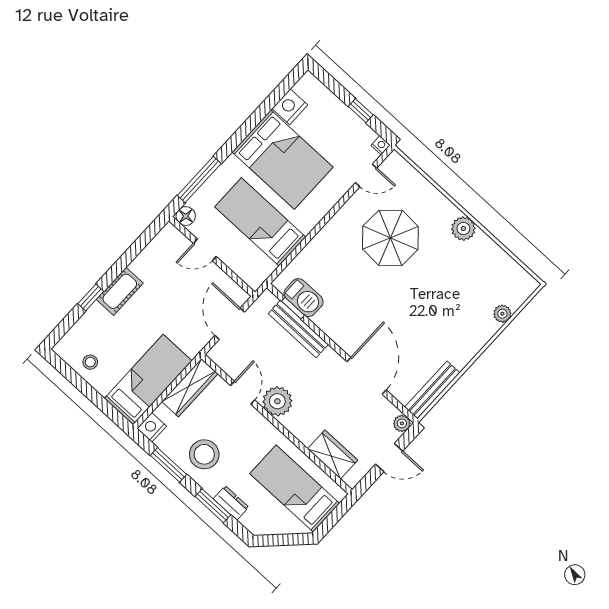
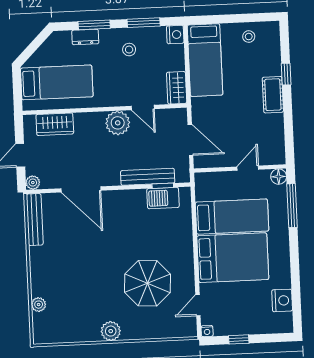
bed: (282, 160) -> (233, 258), moved, turned 180
wardrobe: (190, 388) -> (177, 88), width x0.67
stool: (204, 454) -> (129, 50), width x0.53, depth x0.53

